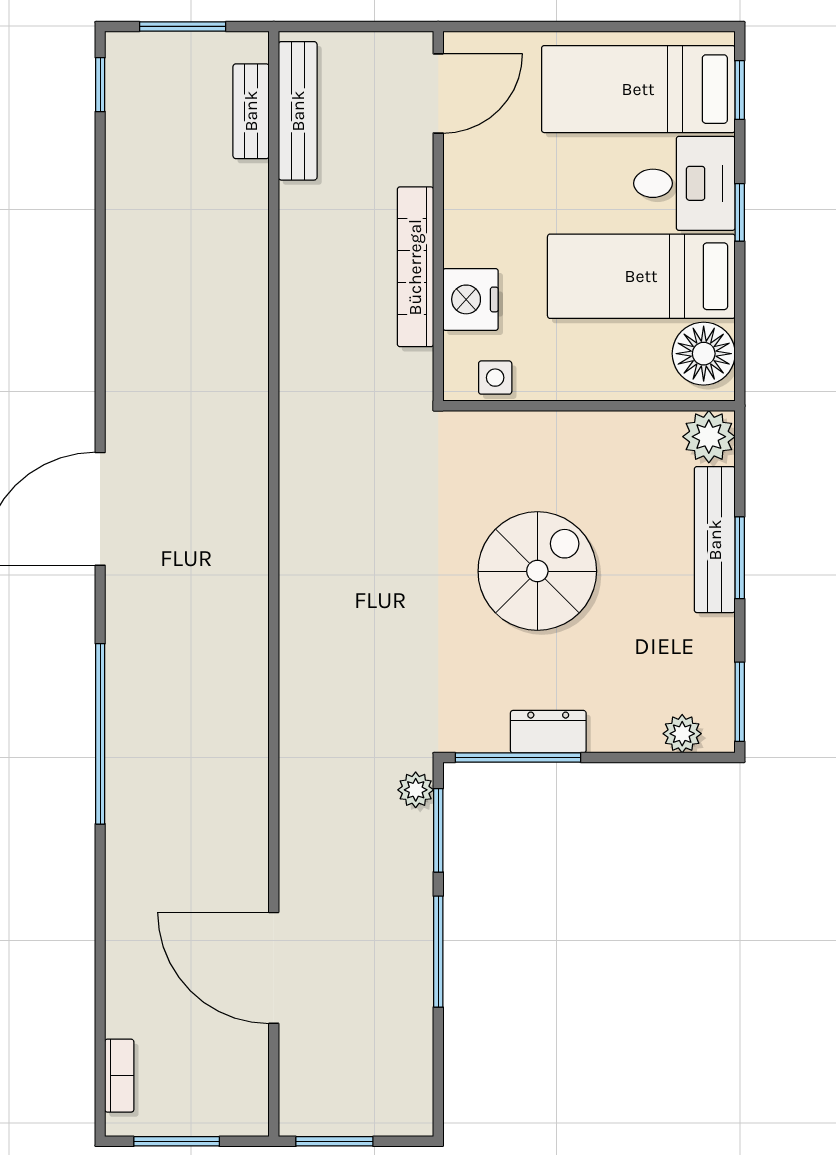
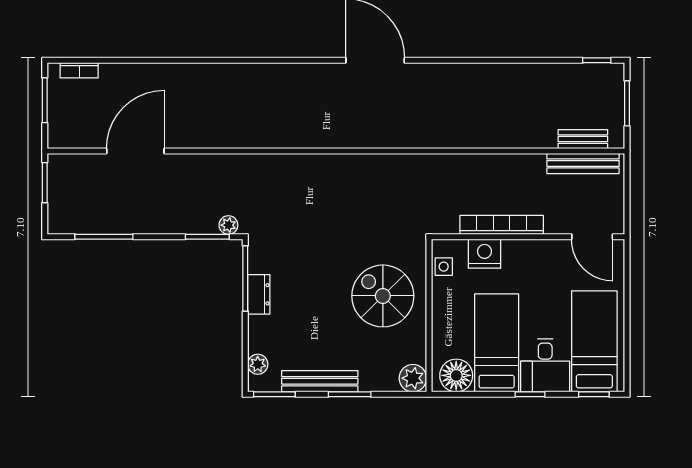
bench: (715, 540) -> (320, 381), moved
spiral stairs: (537, 571) -> (383, 296), moved, turned 180
window: (100, 734) -> (258, 60), removed
window: (438, 952) -> (104, 237), moved

